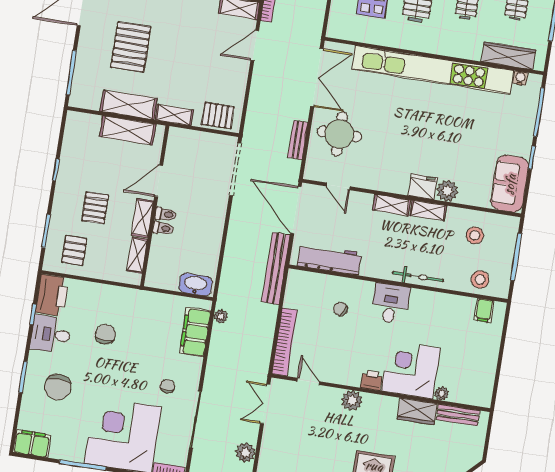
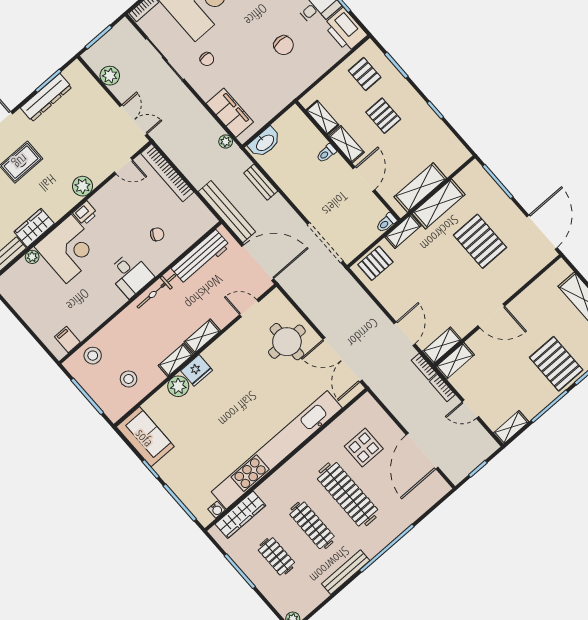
bench: (298, 140) -> (261, 182), moved
toilet: (166, 214) -> (386, 223), moved
bicycle: (418, 277) -> (156, 291), moved

